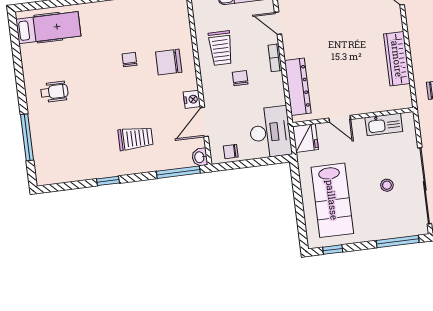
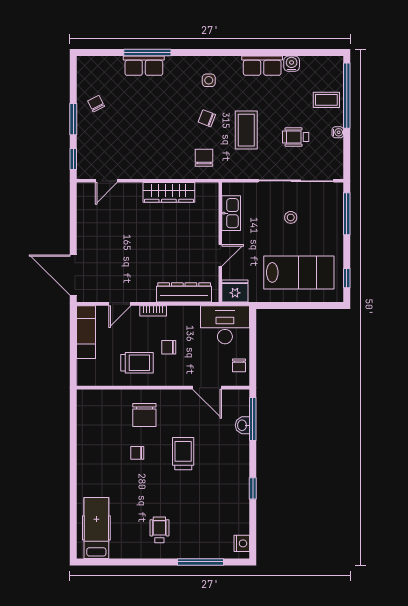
nightstand: (192, 99) -> (242, 543), moved, turned 90
trolley: (136, 138) -> (183, 454), moved
washbasin: (200, 157) -> (242, 425), moved, turned 90

